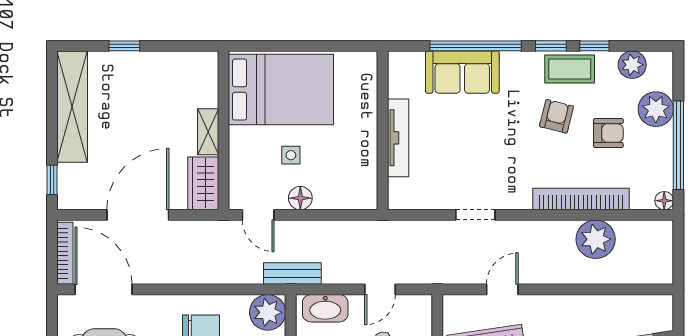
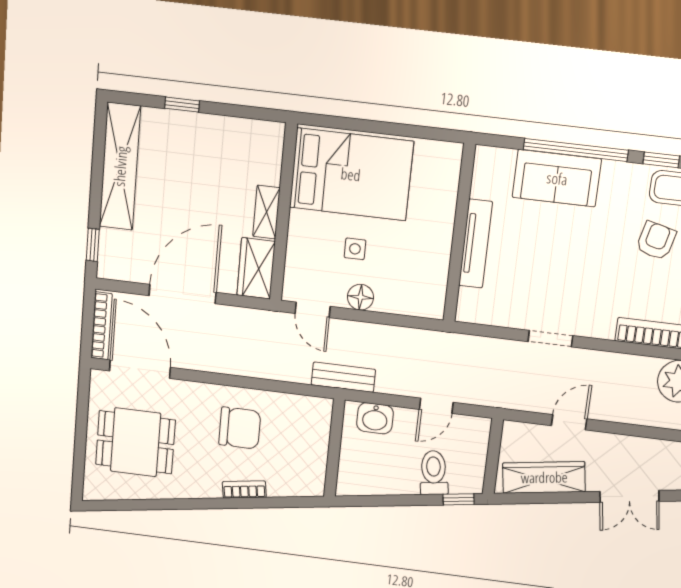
washbasin: (325, 308) -> (375, 418), width x0.72
plant: (268, 312) -> (313, 415), removed

